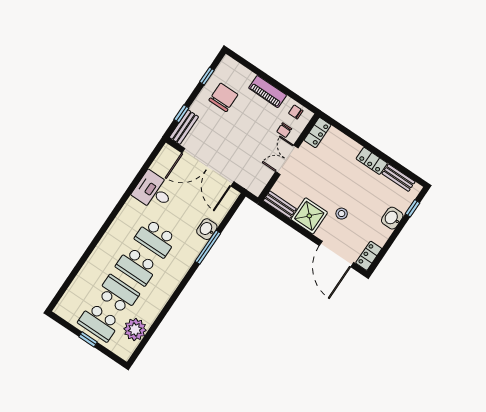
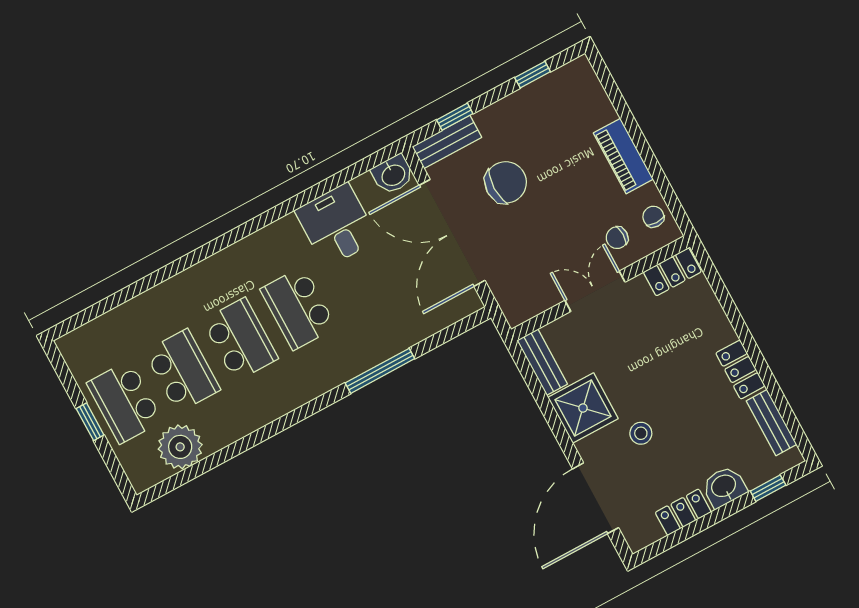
chair: (223, 97) -> (506, 182), moved
washbasin: (207, 229) -> (393, 174), moved, turned 180
locker: (369, 256) -> (683, 512), moved
school desk: (137, 266) -> (240, 339), turned 180

